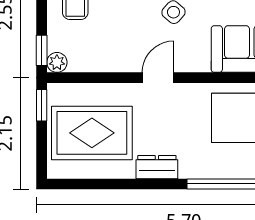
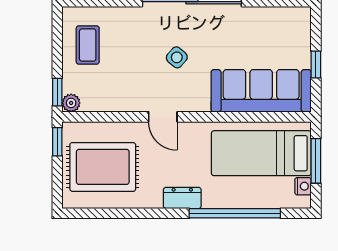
door: (158, 78) -> (163, 117), swing flipped
dresser: (157, 167) -> (182, 198), moved

